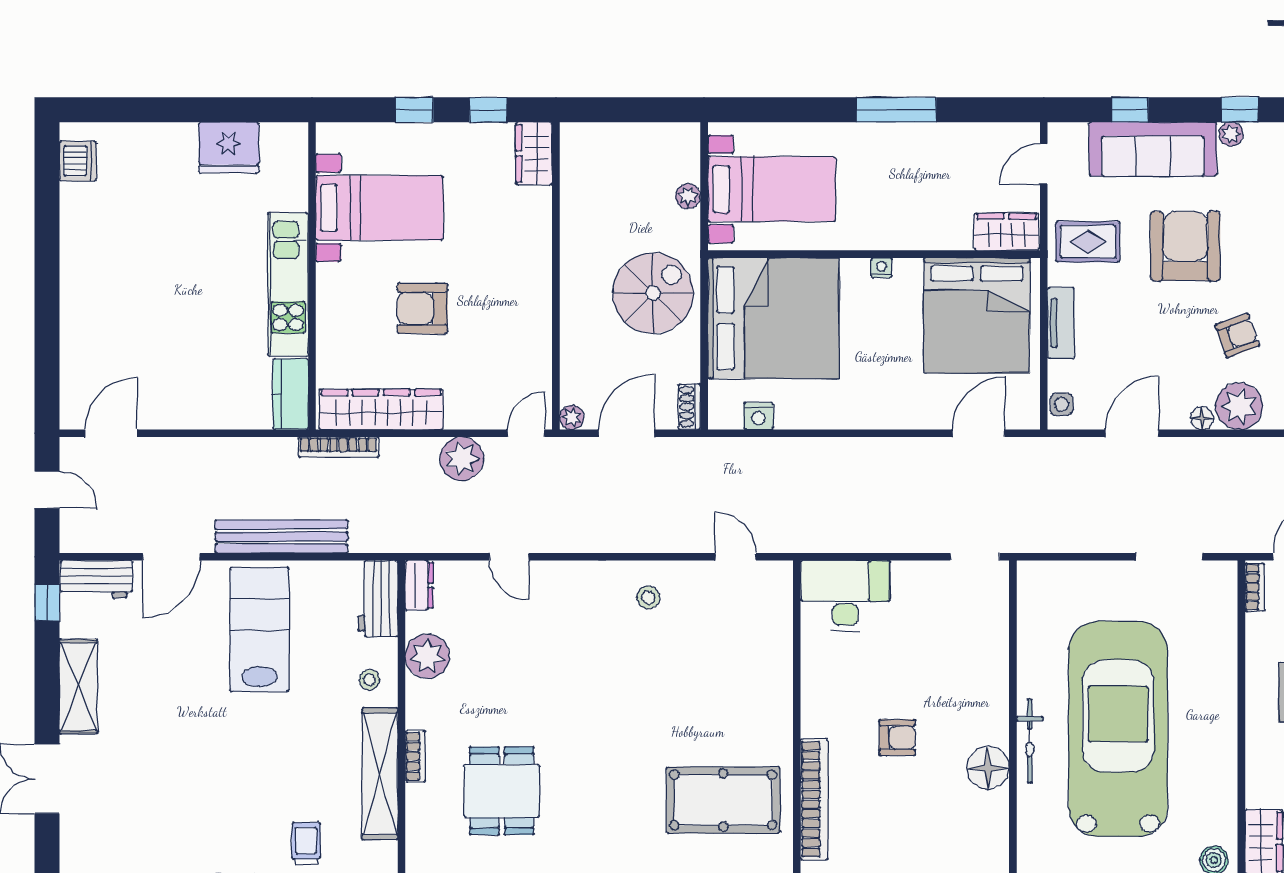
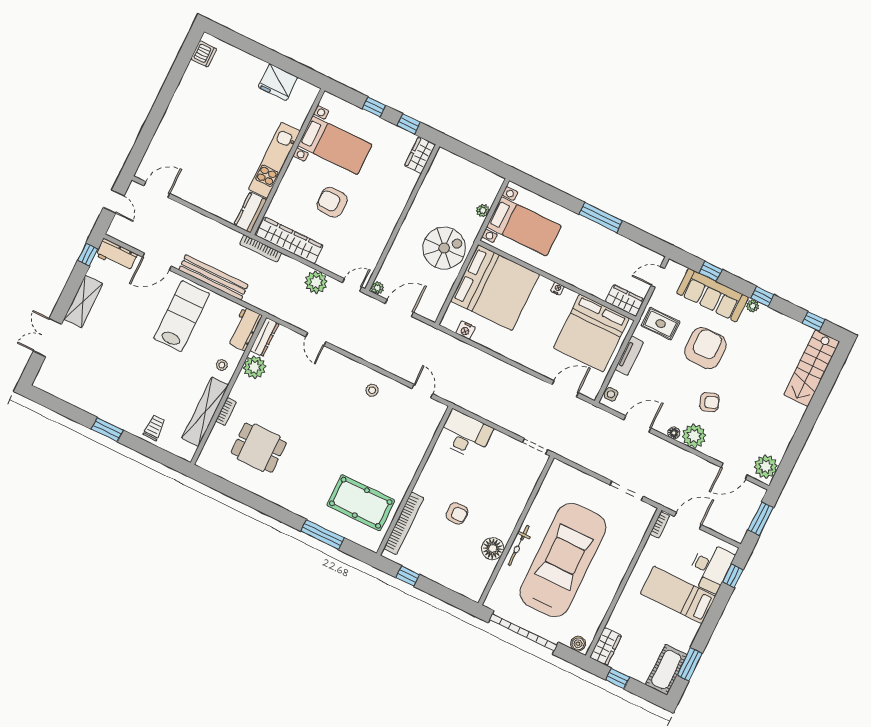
shoe rack: (689, 407) -> (435, 310), removed
dresser: (419, 585) -> (264, 337), width x1.44
dining table: (502, 791) -> (259, 448), turned 90

